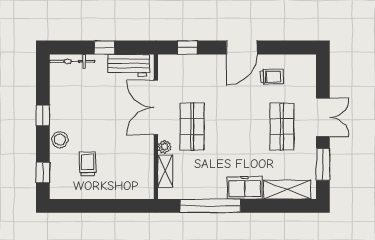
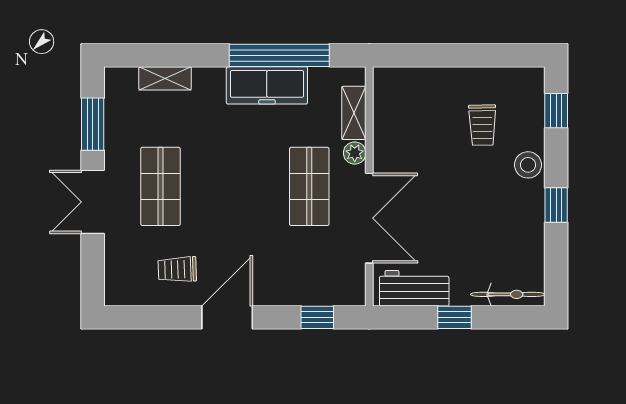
freezer: (245, 188) -> (267, 85), moved, width x1.40
shelving: (287, 190) -> (165, 78), width x0.67, depth x0.75

